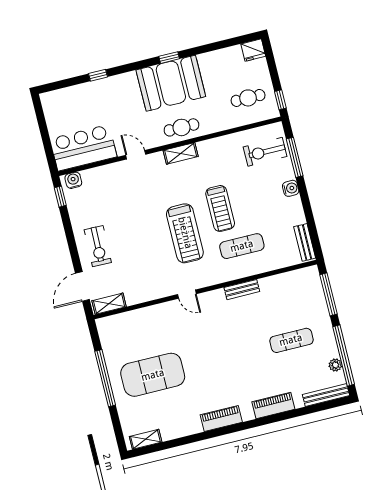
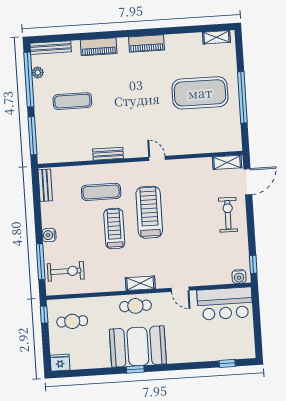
window: (98, 75) -> (227, 363), moved

